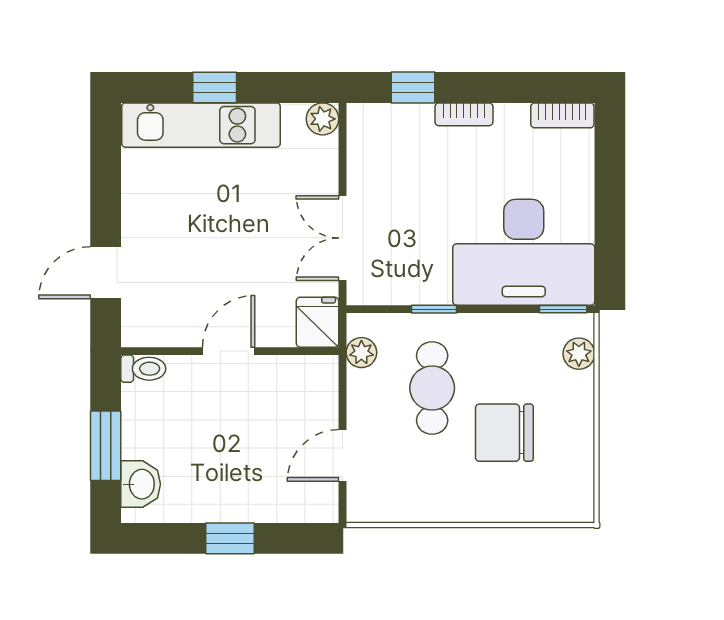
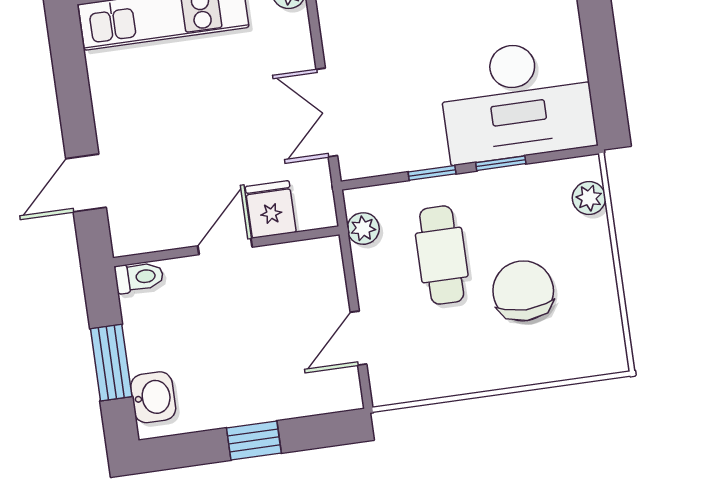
window: (563, 309) -> (501, 163), moved
fridge: (318, 322) -> (271, 209), moved
chair: (504, 433) -> (523, 291), turned 90

